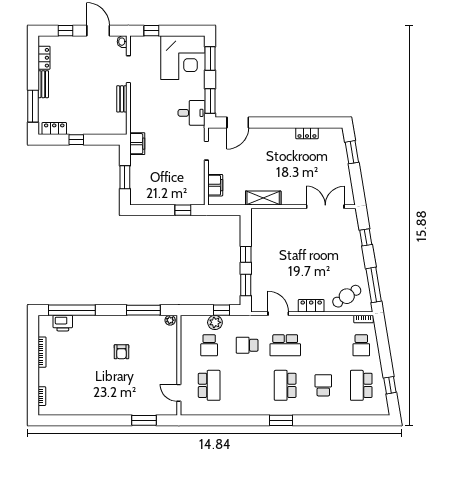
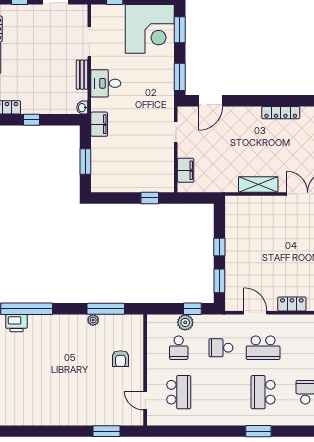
washbasin: (122, 42) -> (82, 108), moved
desk: (192, 113) -> (106, 83), moved, turned 180
locker: (307, 133) -> (281, 113), width x1.53
shelving: (263, 198) -> (258, 185), moved
plant: (170, 320) -> (93, 320), moved
armchair: (121, 352) -> (120, 359), moved

